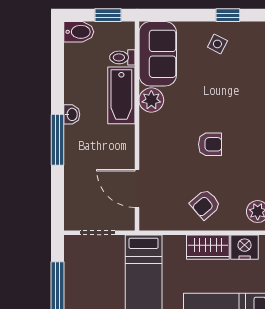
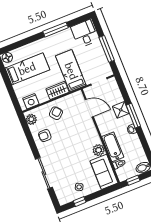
armchair: (210, 144) -> (45, 136), moved
shower: (77, 161) -> (121, 110), added
wardrobe: (208, 247) -> (57, 90), moved

